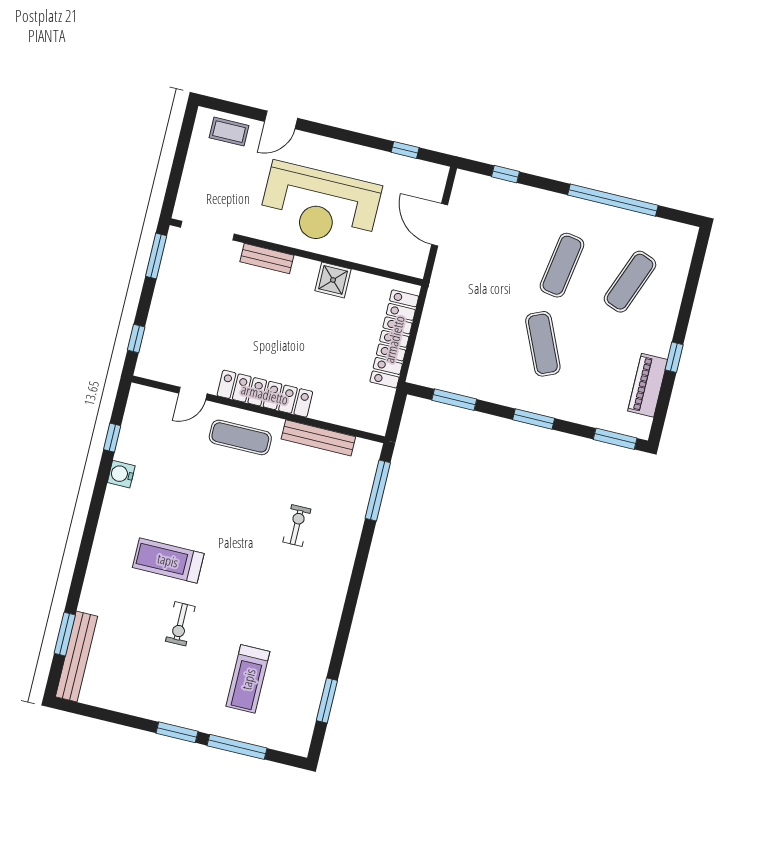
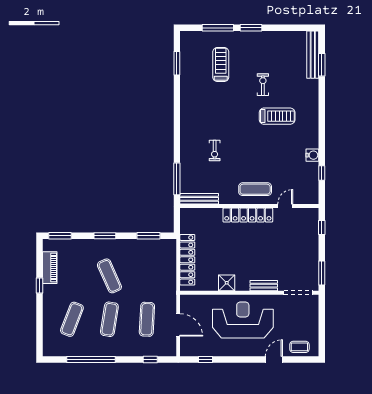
exercise mat: (494, 249) -> (147, 319), added
bench: (318, 438) -> (199, 199), moved

